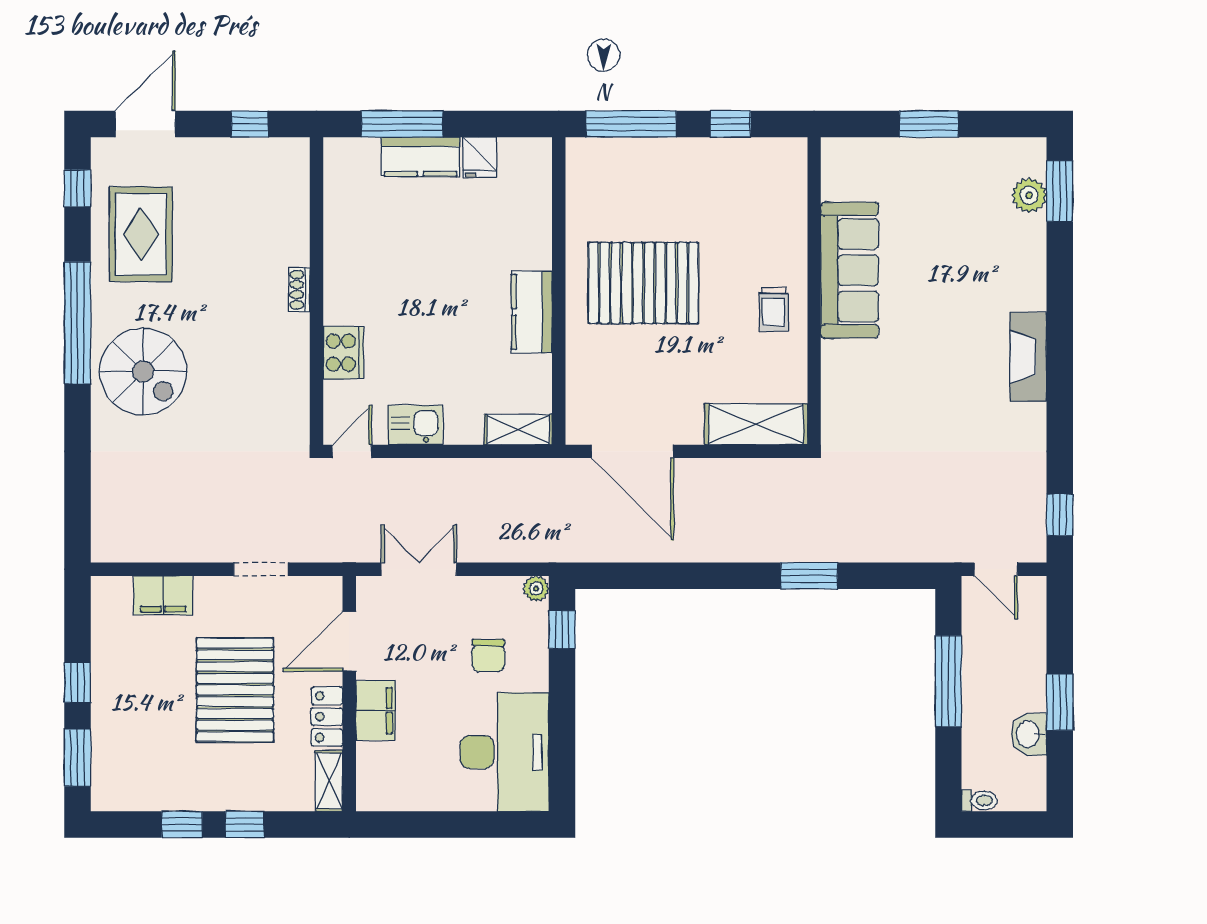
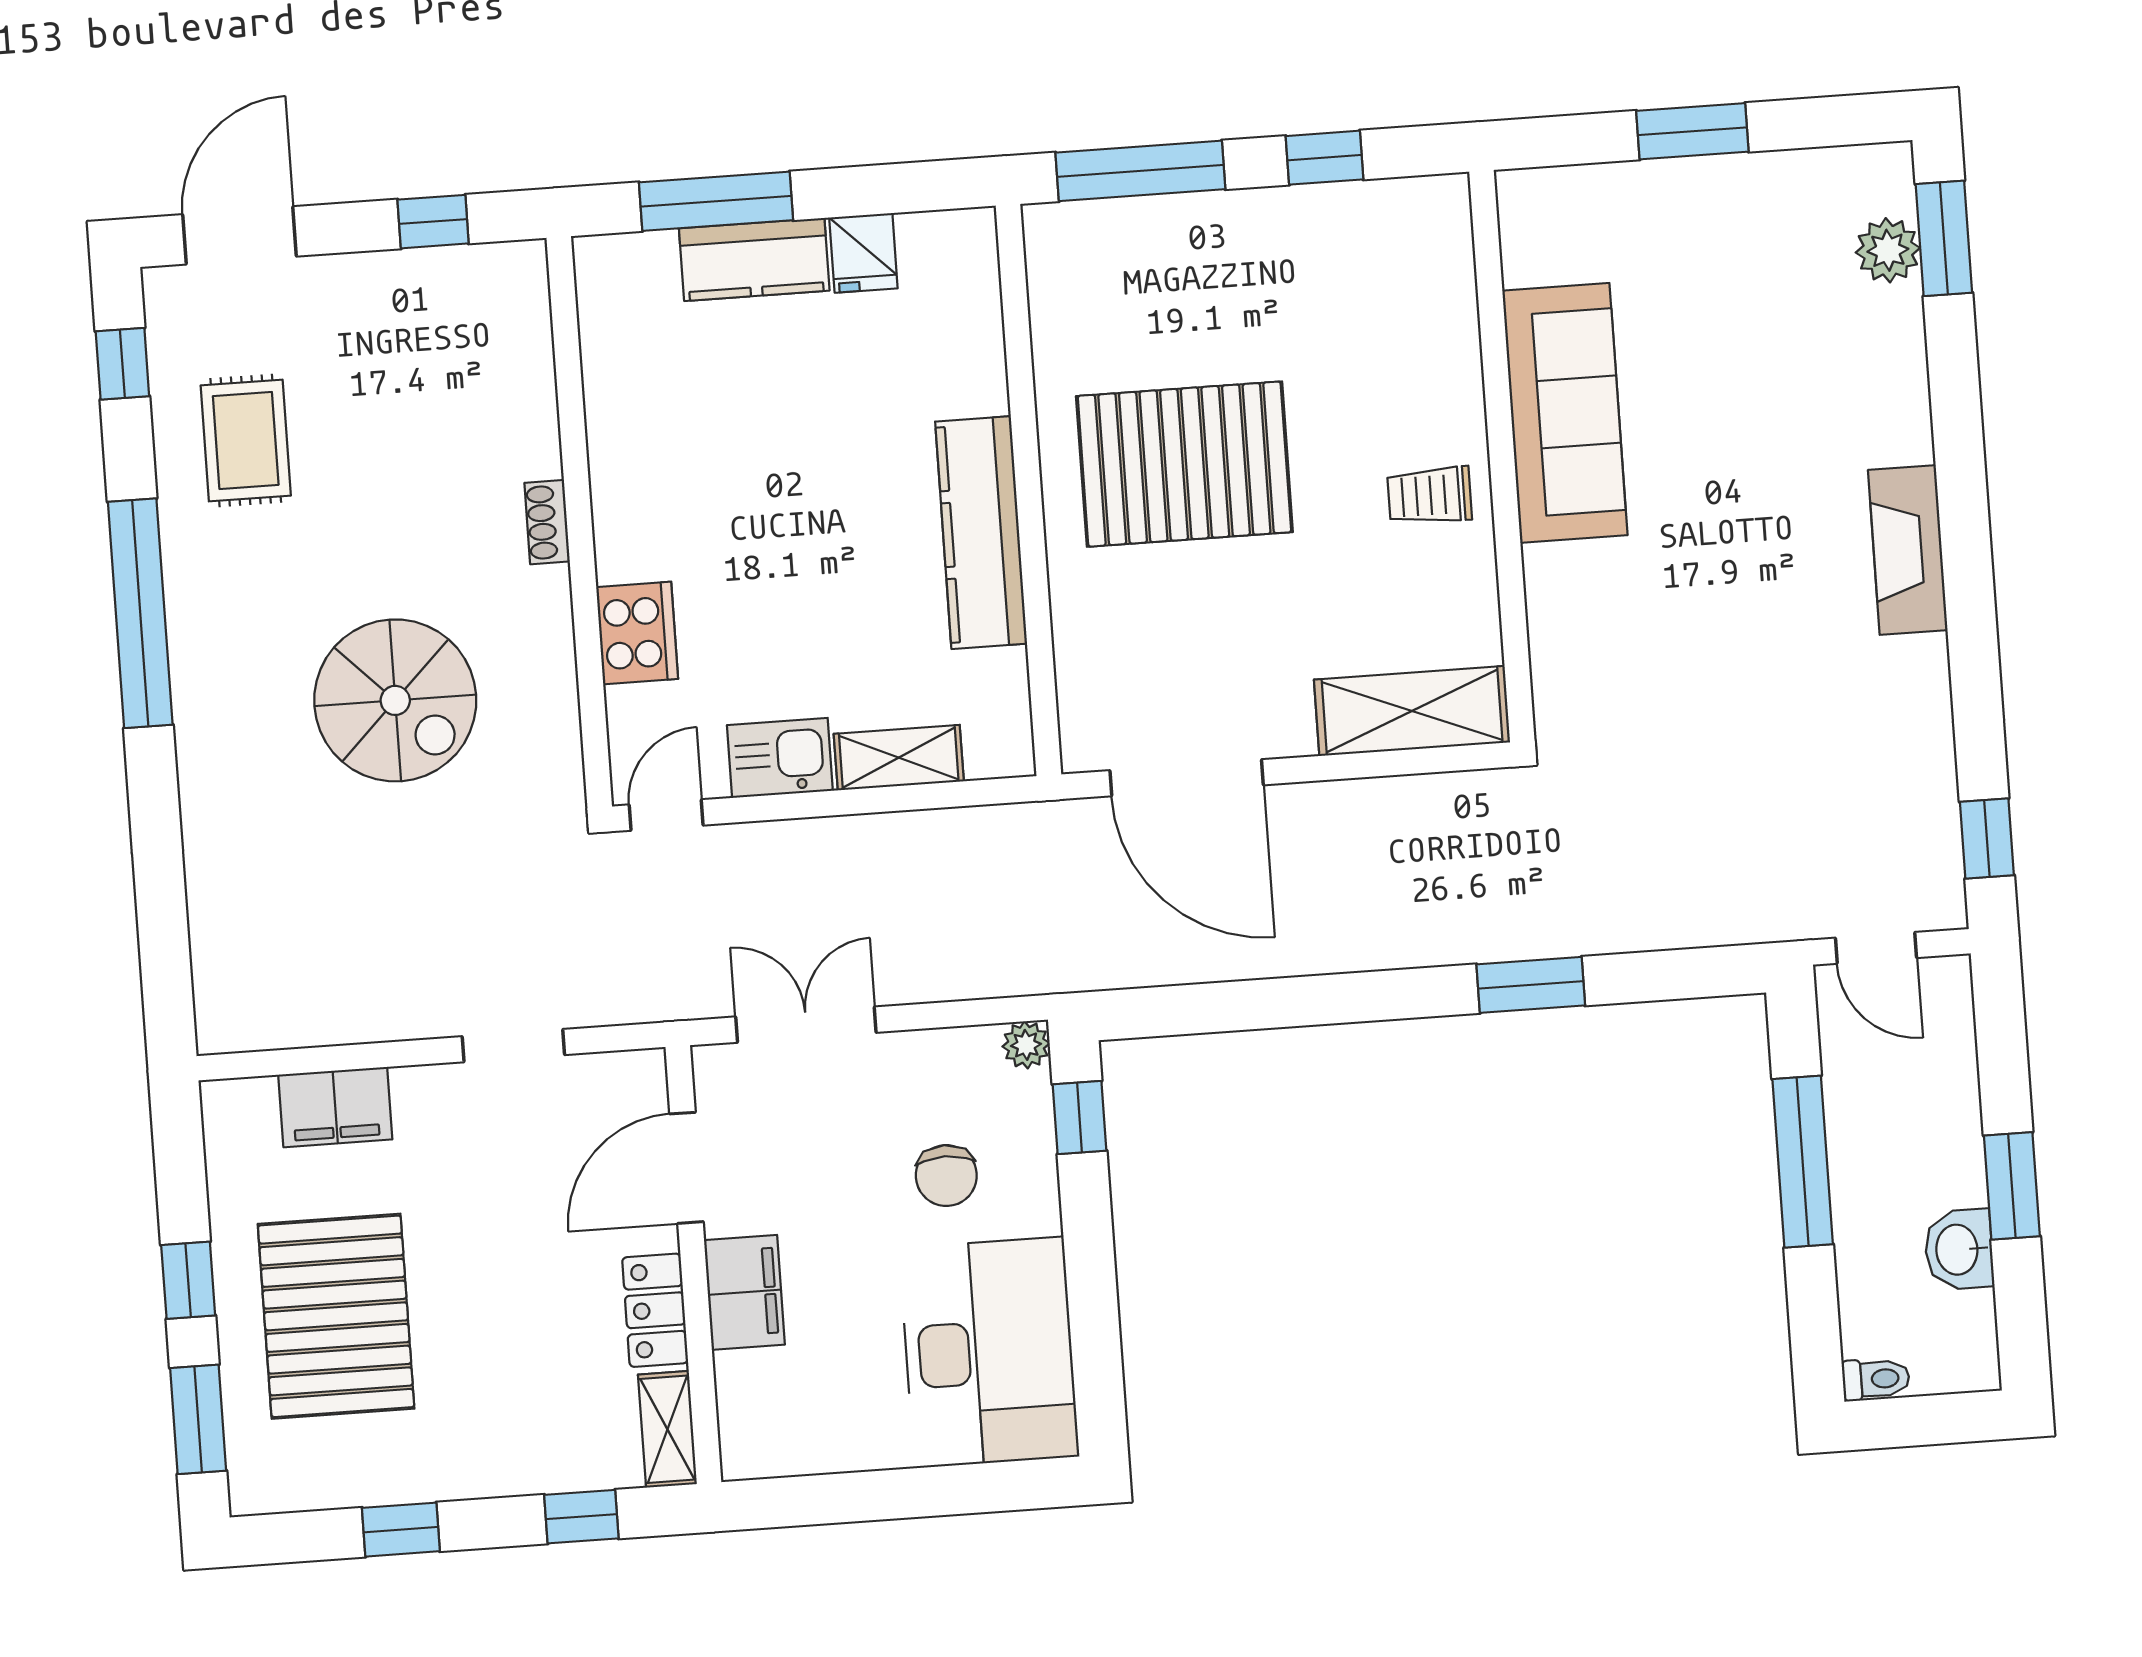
rug: (141, 234) -> (246, 440), width x0.73, depth x0.70
trolley: (774, 309) -> (1430, 495), turned 90
kitchen counter: (532, 312) -> (981, 533), width x1.50
spiral stairs: (143, 371) -> (395, 700), moved
shelving: (518, 430) -> (899, 758), moved
pallet: (235, 690) -> (336, 1316), moved
window: (245, 825) -> (581, 1517), moved

